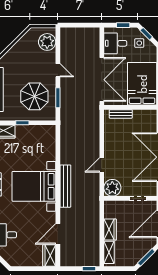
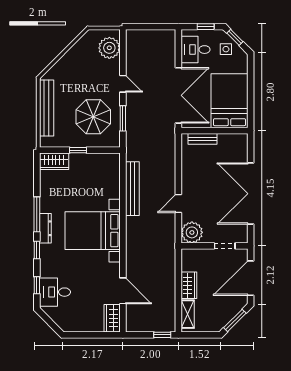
bench: (65, 186) -> (132, 189), moved
door: (58, 234) -> (123, 291), swing flipped

